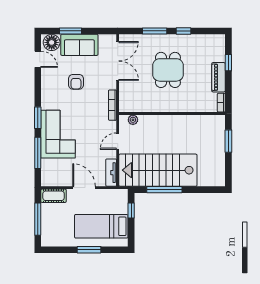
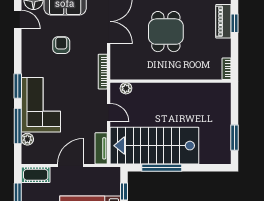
piano: (219, 77) -> (223, 21), moved
armchair: (76, 82) -> (61, 45), turned 180
door: (118, 141) -> (109, 113), swing flipped
window: (228, 141) -> (235, 138), moved
plant: (46, 165) -> (27, 139), added
door: (84, 188) -> (70, 166), hinge flipped

